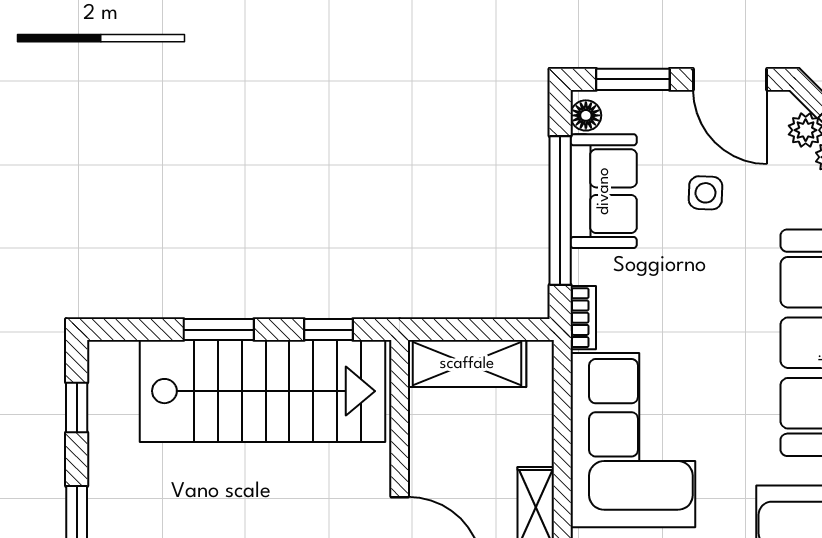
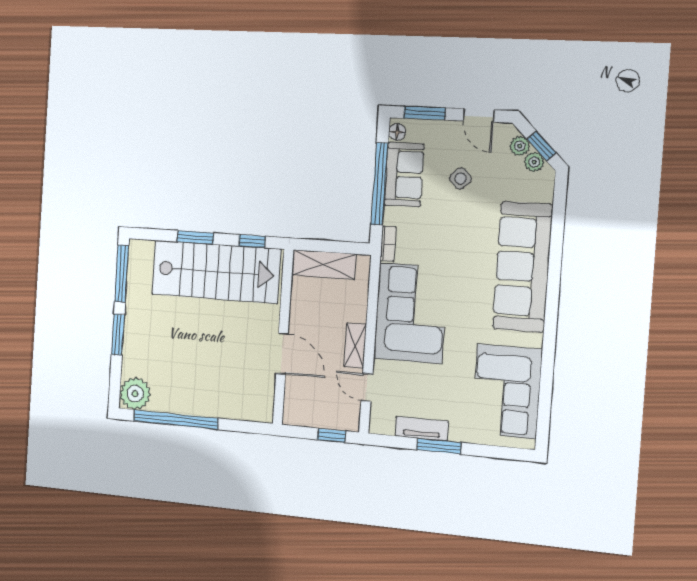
door: (730, 79) -> (479, 115), width x0.73
side table: (705, 193) -> (461, 178), turned 45
window: (77, 408) -> (122, 274), width x2.17

